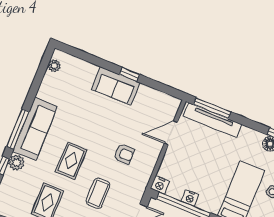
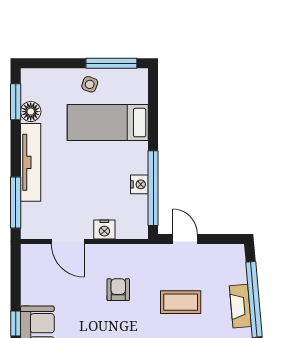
tv unit: (212, 120) -> (31, 162), moved
nightstand: (160, 185) -> (104, 230), moved, turned 90

